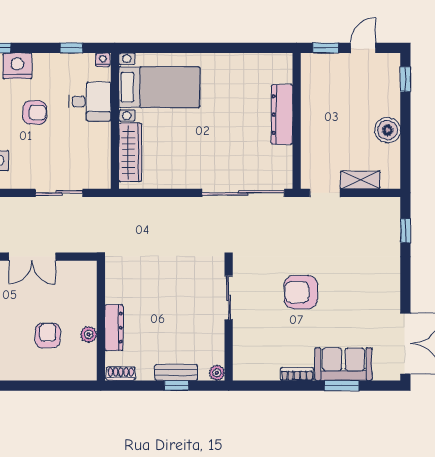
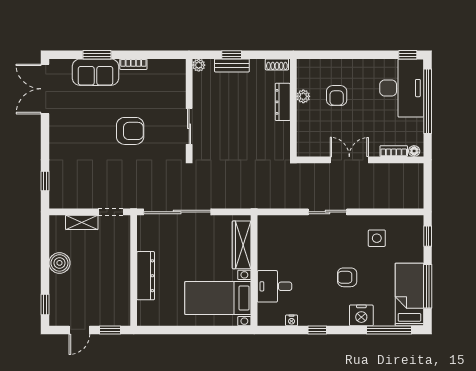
bed with nightstands: (159, 87) -> (218, 298), moved
desk: (90, 101) -> (275, 286), moved
wall: (115, 121) -> (254, 271), moved
wardrobe: (130, 152) -> (242, 245), moved

